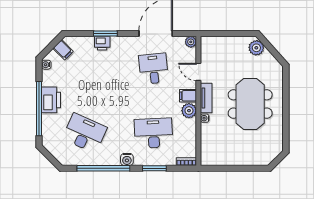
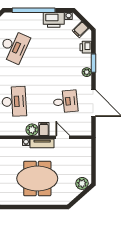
plant: (191, 42) -> (87, 72), moved
printer: (102, 43) -> (86, 47), moved
door: (198, 72) -> (63, 137), hinge flipped
printer: (51, 100) -> (54, 20), moved

